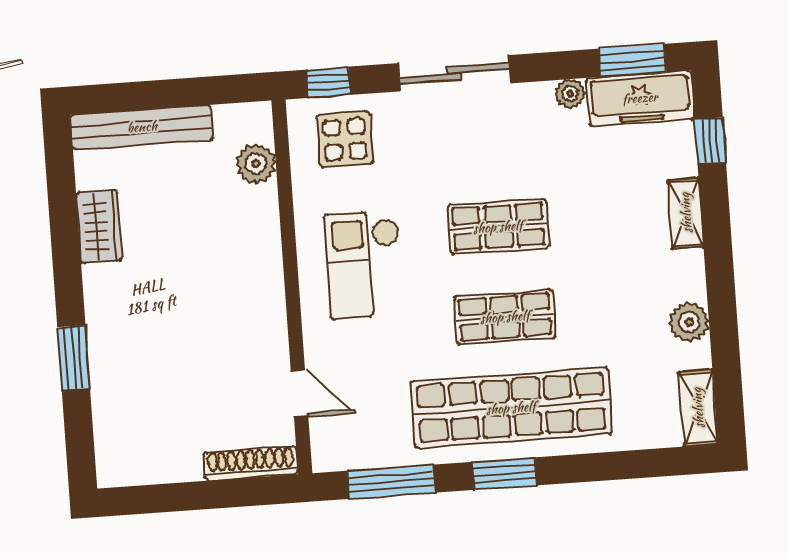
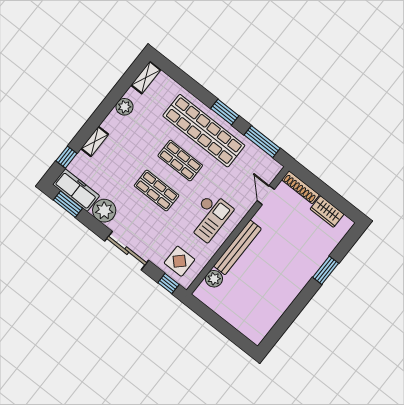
plant: (570, 94) -> (104, 211), width x1.87, depth x1.87
bench: (142, 127) -> (237, 247), moved, turned 90
wardrobe: (99, 226) -> (327, 212), moved, turned -90

